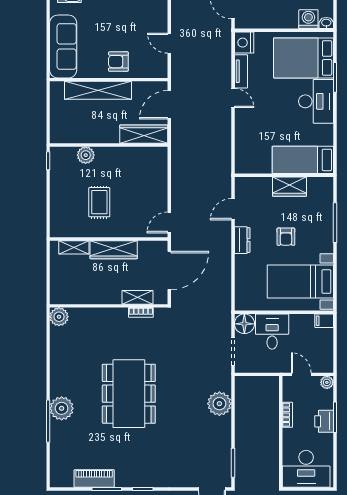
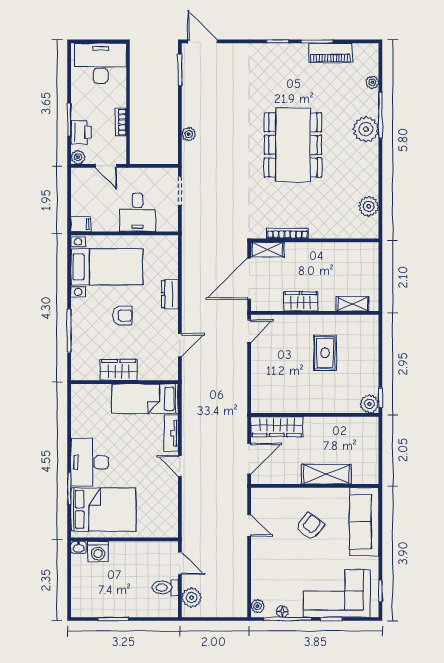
nightstand: (244, 43) -> (168, 526), removed
armchair: (118, 62) -> (310, 526), moved, turned -52
tv unit: (241, 71) -> (171, 433), moved
shelving: (98, 90) -> (326, 474), width x0.68
plant: (86, 155) -> (369, 404), moved
bed: (303, 160) -> (145, 399), moved, turned 180
armchair: (286, 237) -> (122, 315), turned 90
dresser: (242, 240) -> (170, 294), moved
wardrobe: (114, 250) -> (301, 301), width x0.67
shelving: (138, 297) -> (267, 250), moved
bookcase: (141, 312) -> (287, 233), width x1.56
plant: (59, 317) -> (369, 206), moved
floor lamp: (244, 324) -> (167, 221), removed
plant: (219, 404) -> (189, 134), width x0.53, depth x0.53
printer: (324, 421) -> (81, 132), moved
plant: (56, 451) -> (372, 82), added

